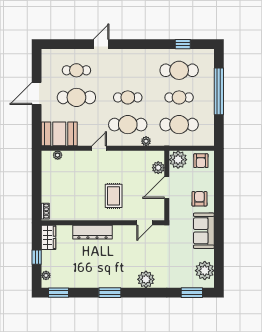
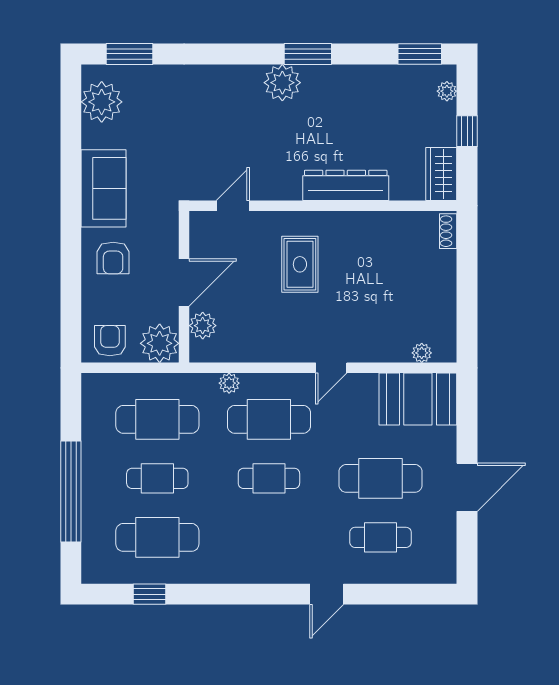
plant: (146, 279) -> (282, 83), moved

